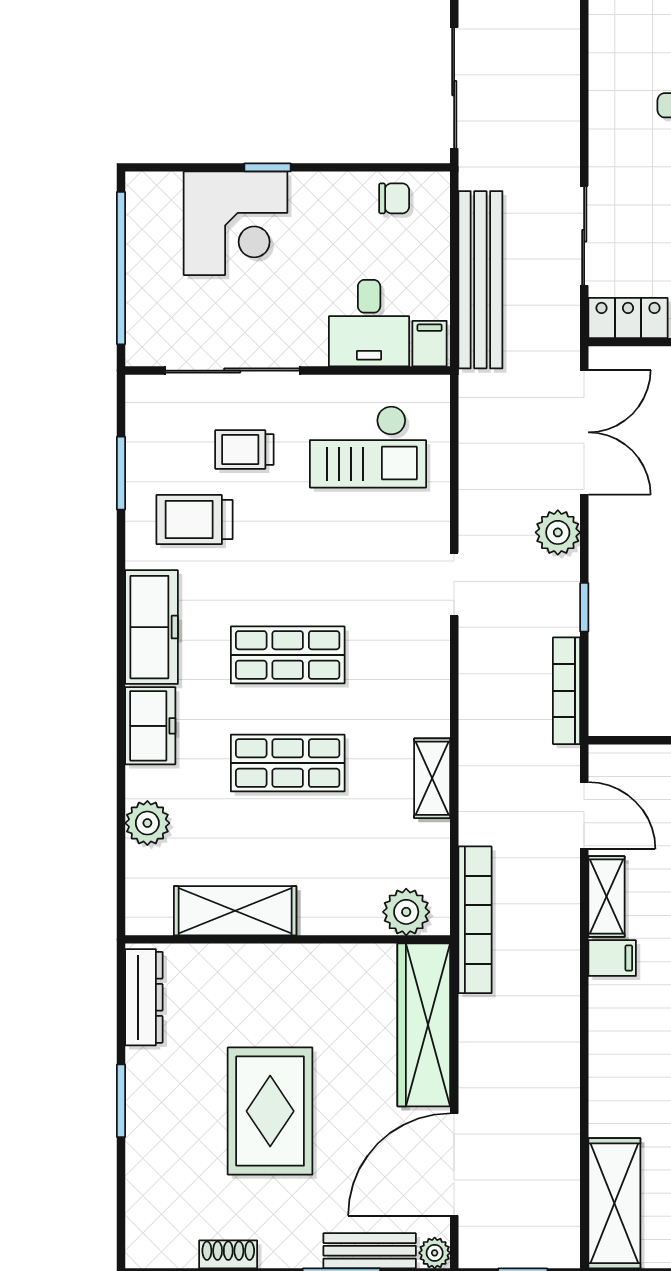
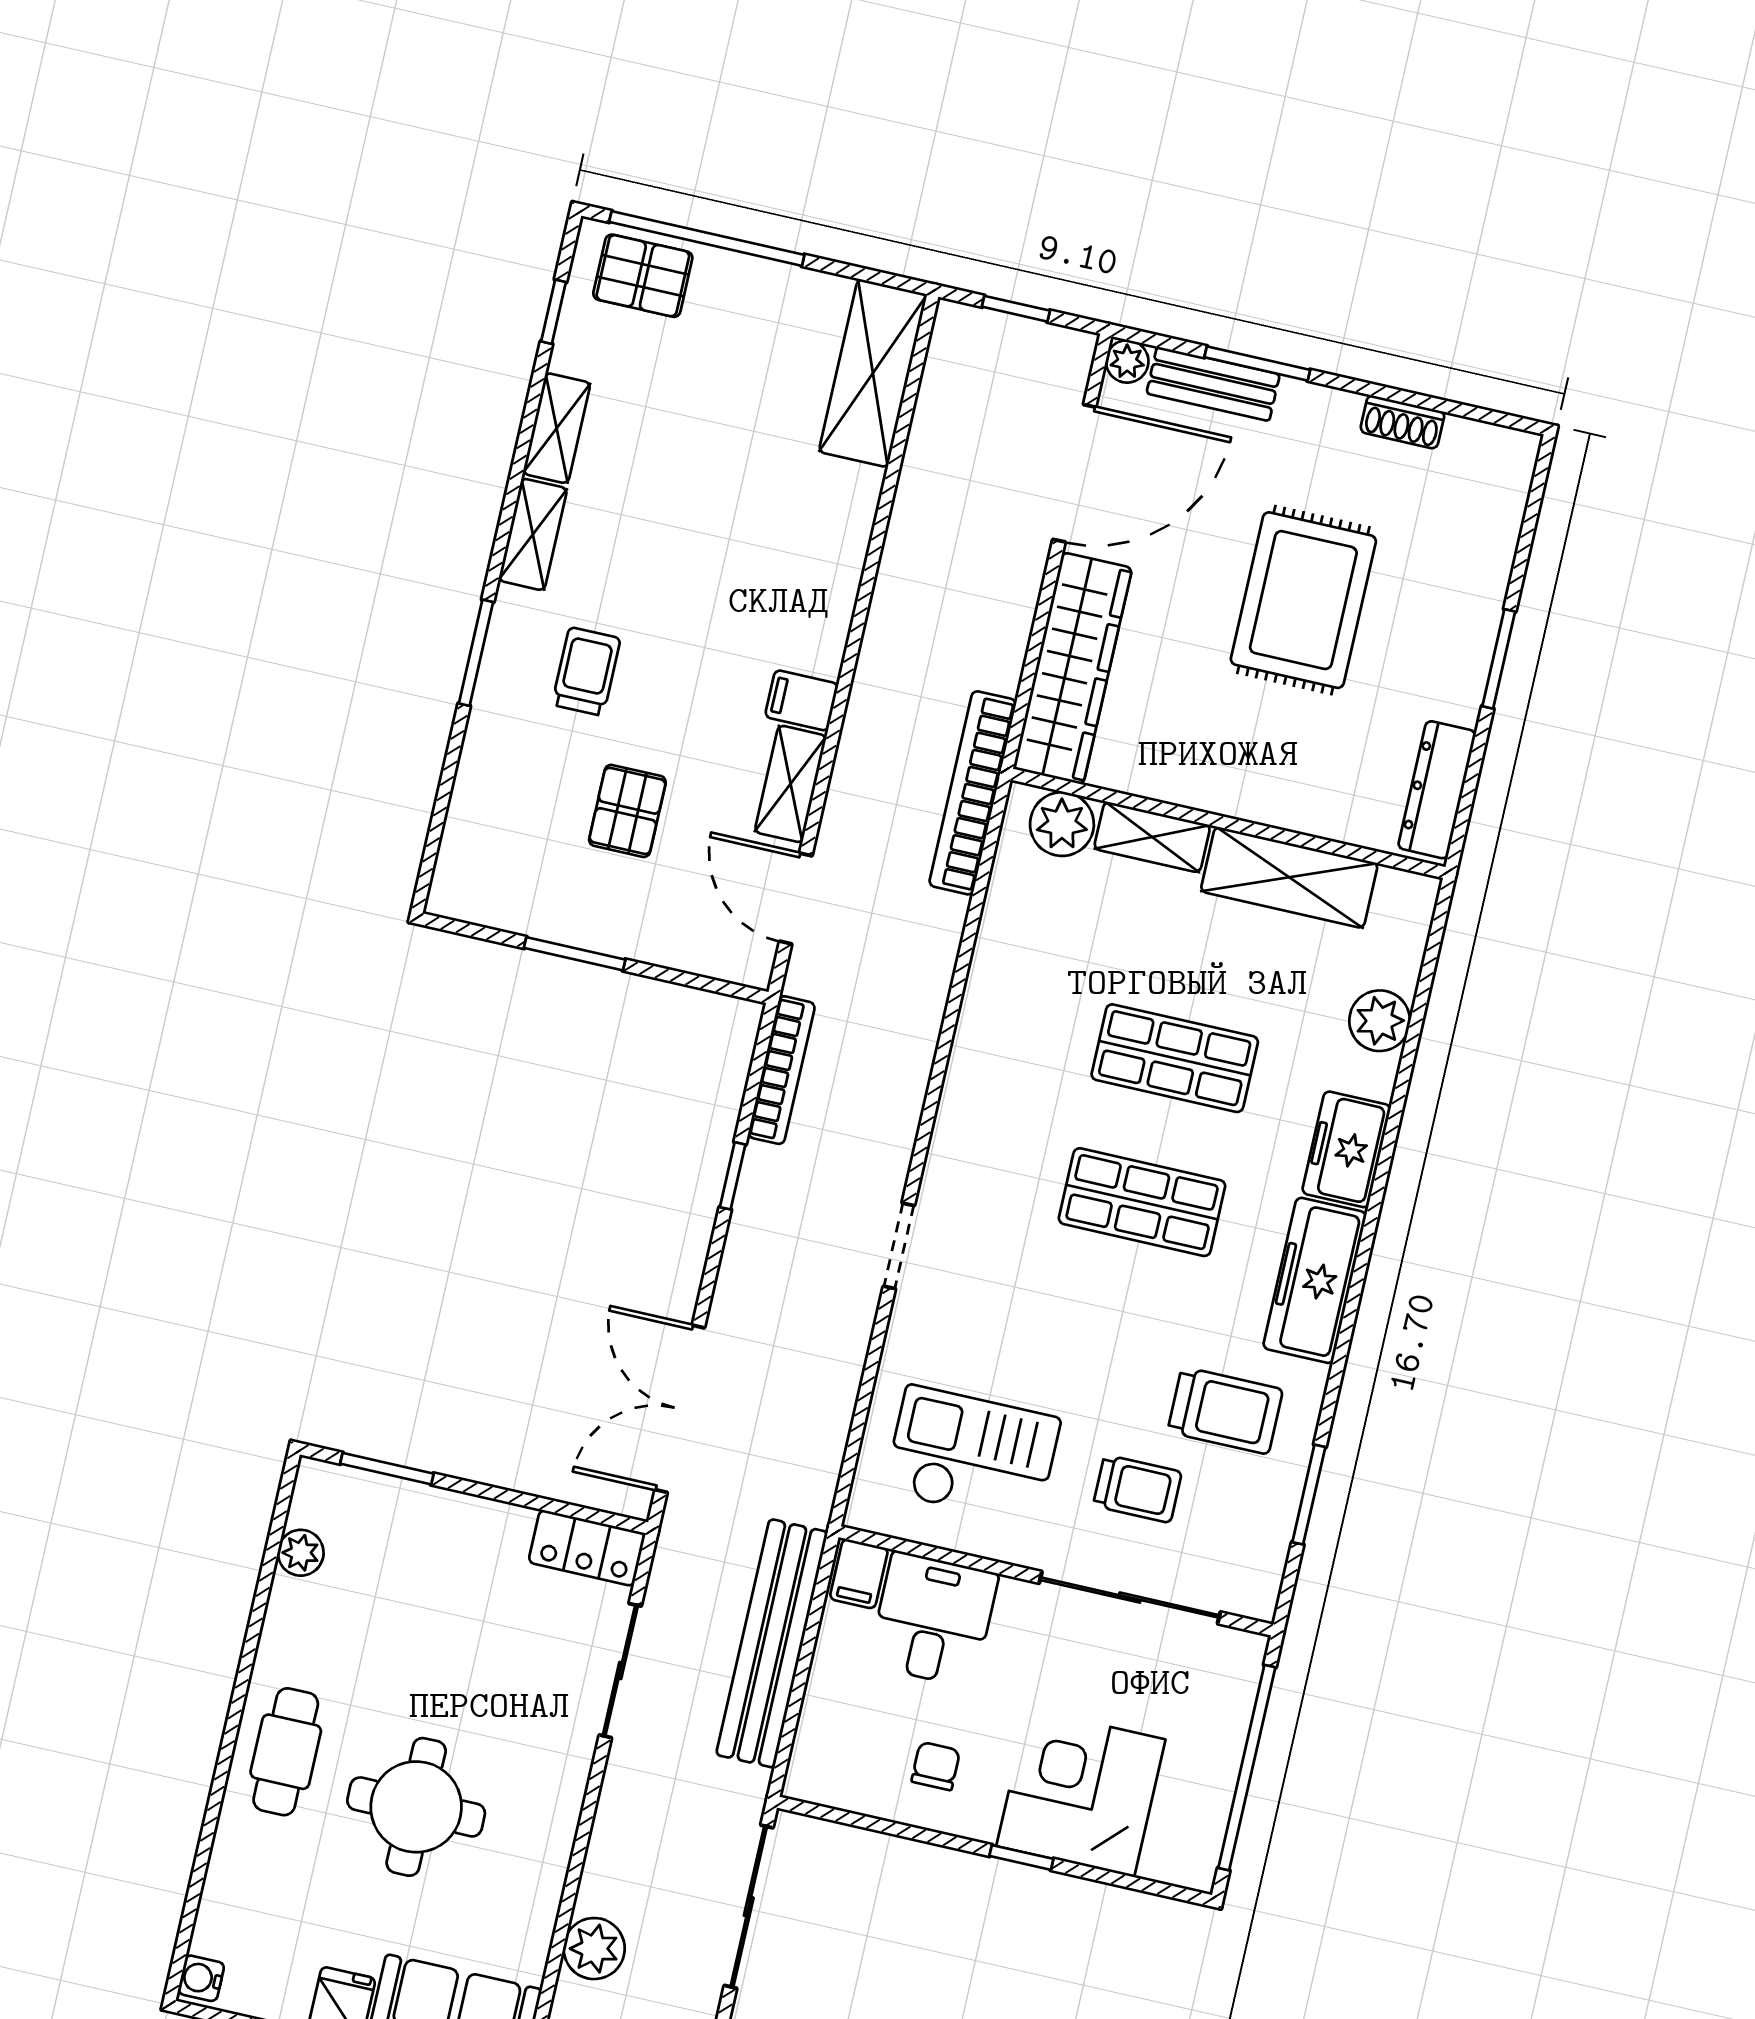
chair: (394, 198) -> (936, 1766), moved, turned 90
plant: (558, 532) -> (594, 1949), moved
shelving: (432, 778) -> (1152, 837), moved, turned 90

